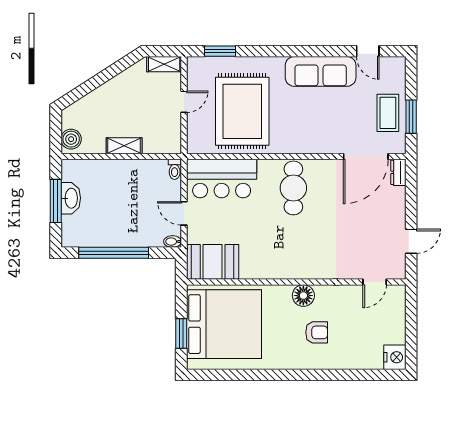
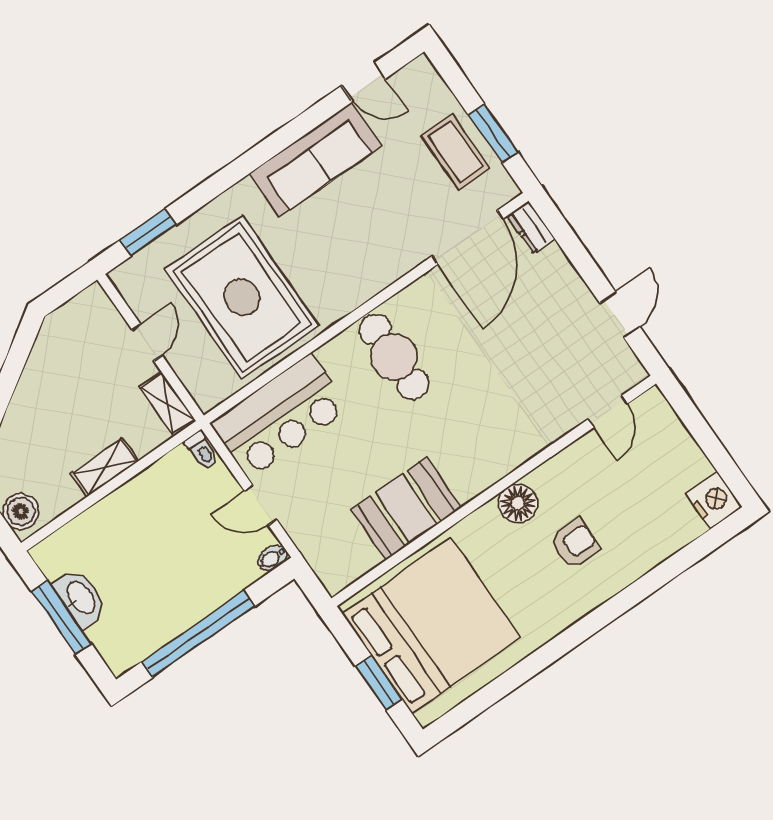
shelving: (164, 64) -> (167, 404), moved, turned 90
booth: (213, 262) -> (406, 509), moved

